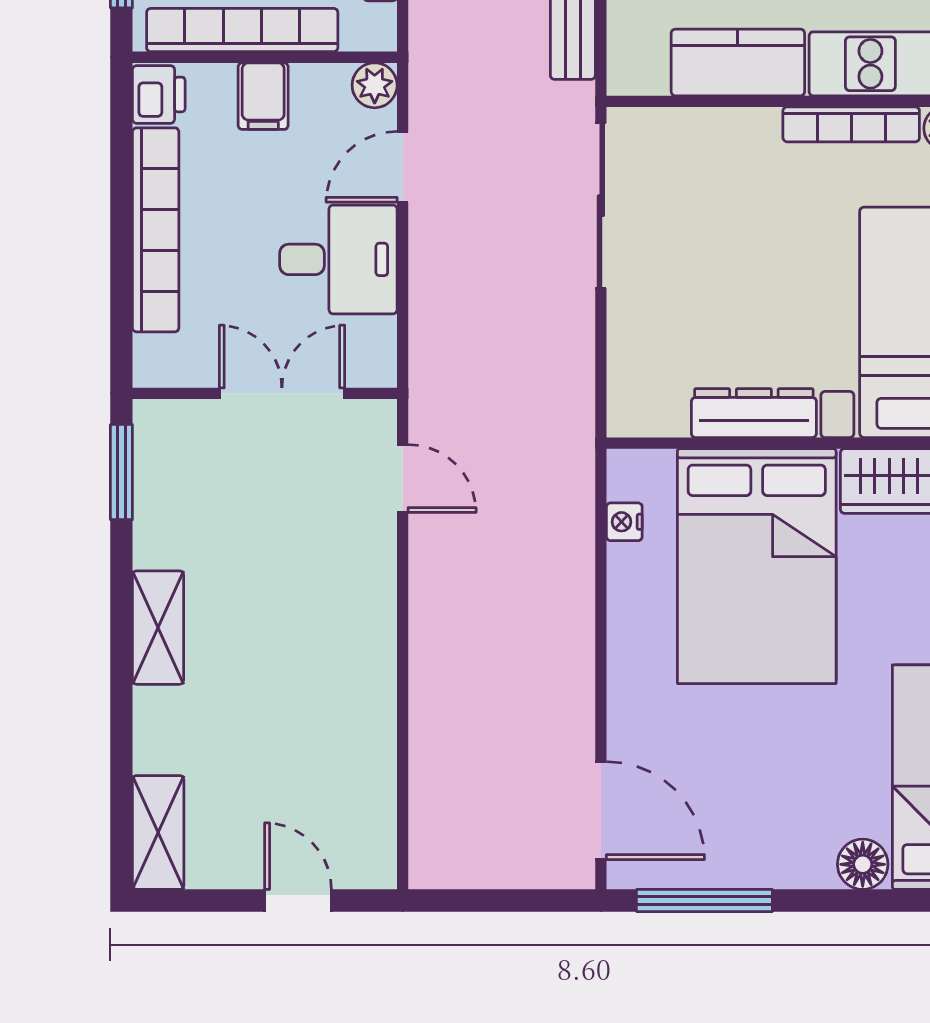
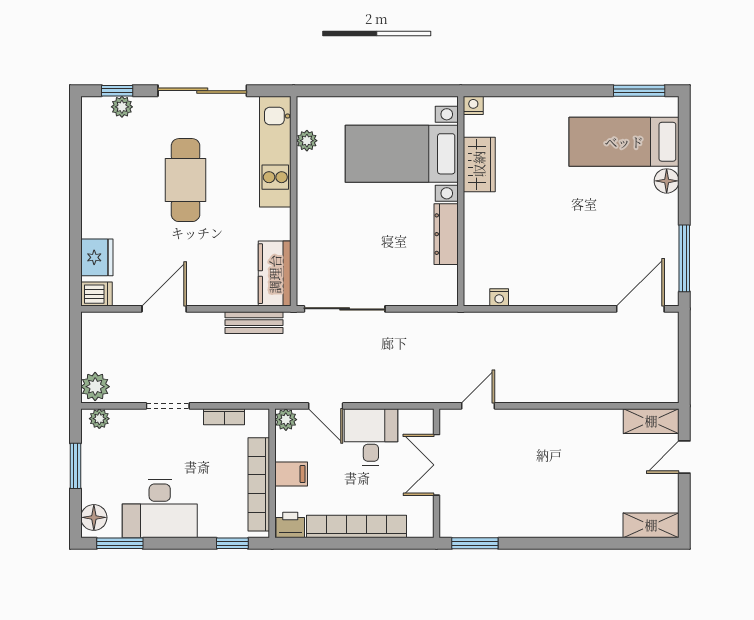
kitchen counter: (738, 62) -> (275, 274), moved
bookcase: (851, 124) -> (305, 187), removed
bed: (757, 566) -> (521, 233), removed
shelving: (158, 628) -> (651, 421), moved

